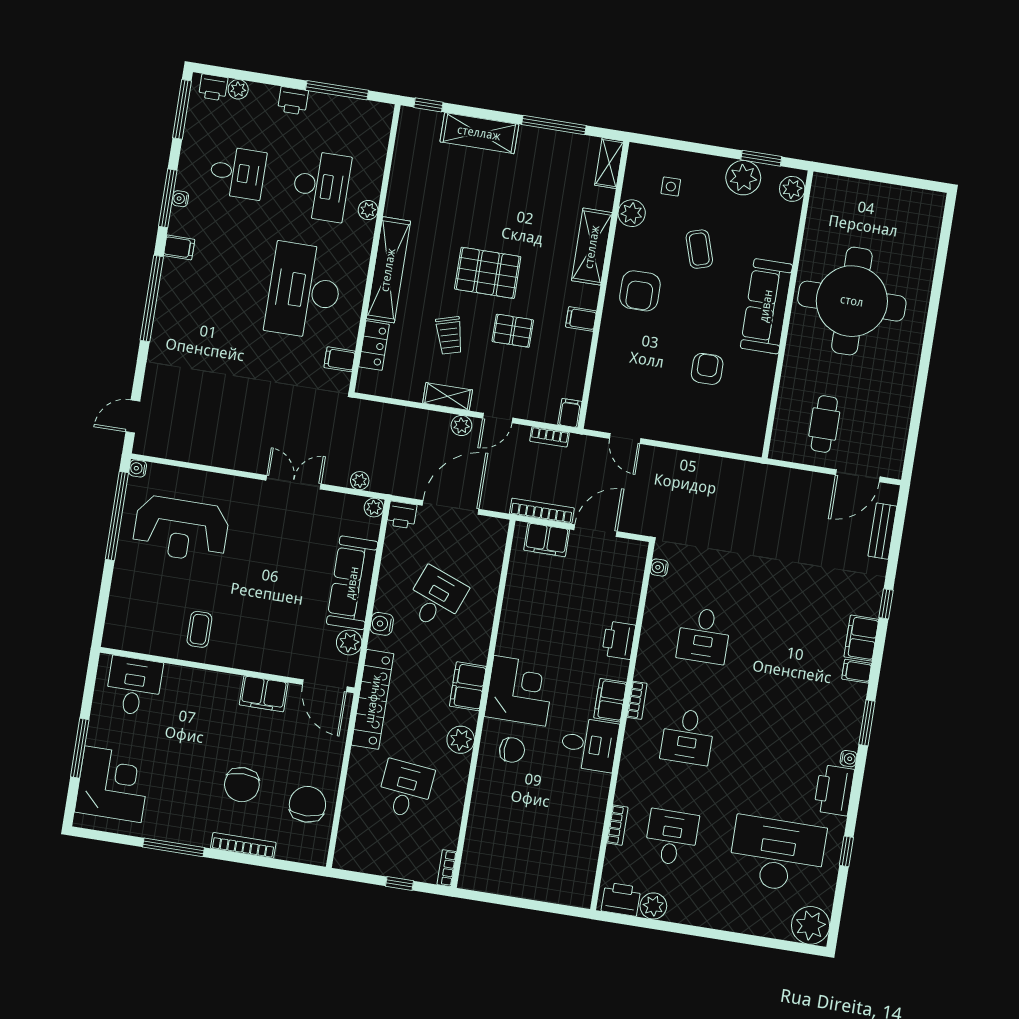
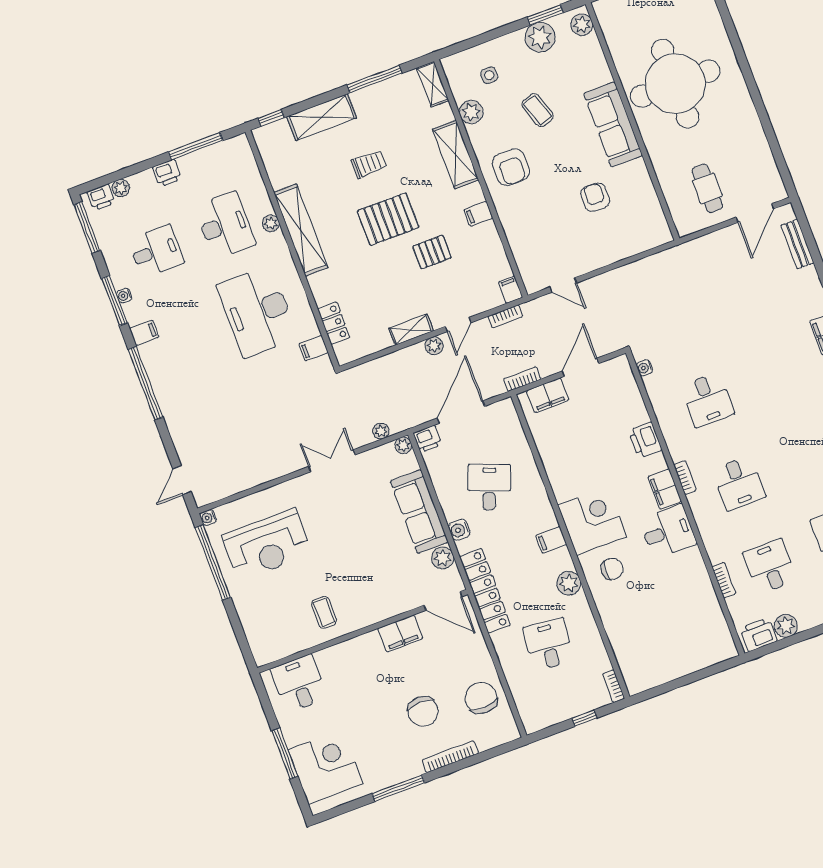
shelving: (388, 270) -> (301, 230), moved
trolley: (449, 335) -> (369, 164), moved, turned -74
bookcase: (542, 511) -> (522, 379), width x0.64
filing cabinet: (468, 686) -> (551, 540), width x0.50

